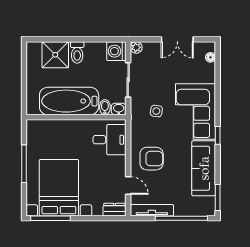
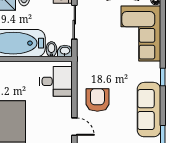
side table: (156, 111) -> (102, 53), removed
corner sofa: (195, 112) -> (141, 34), moved
armchair: (152, 159) -> (97, 100), turned -90

